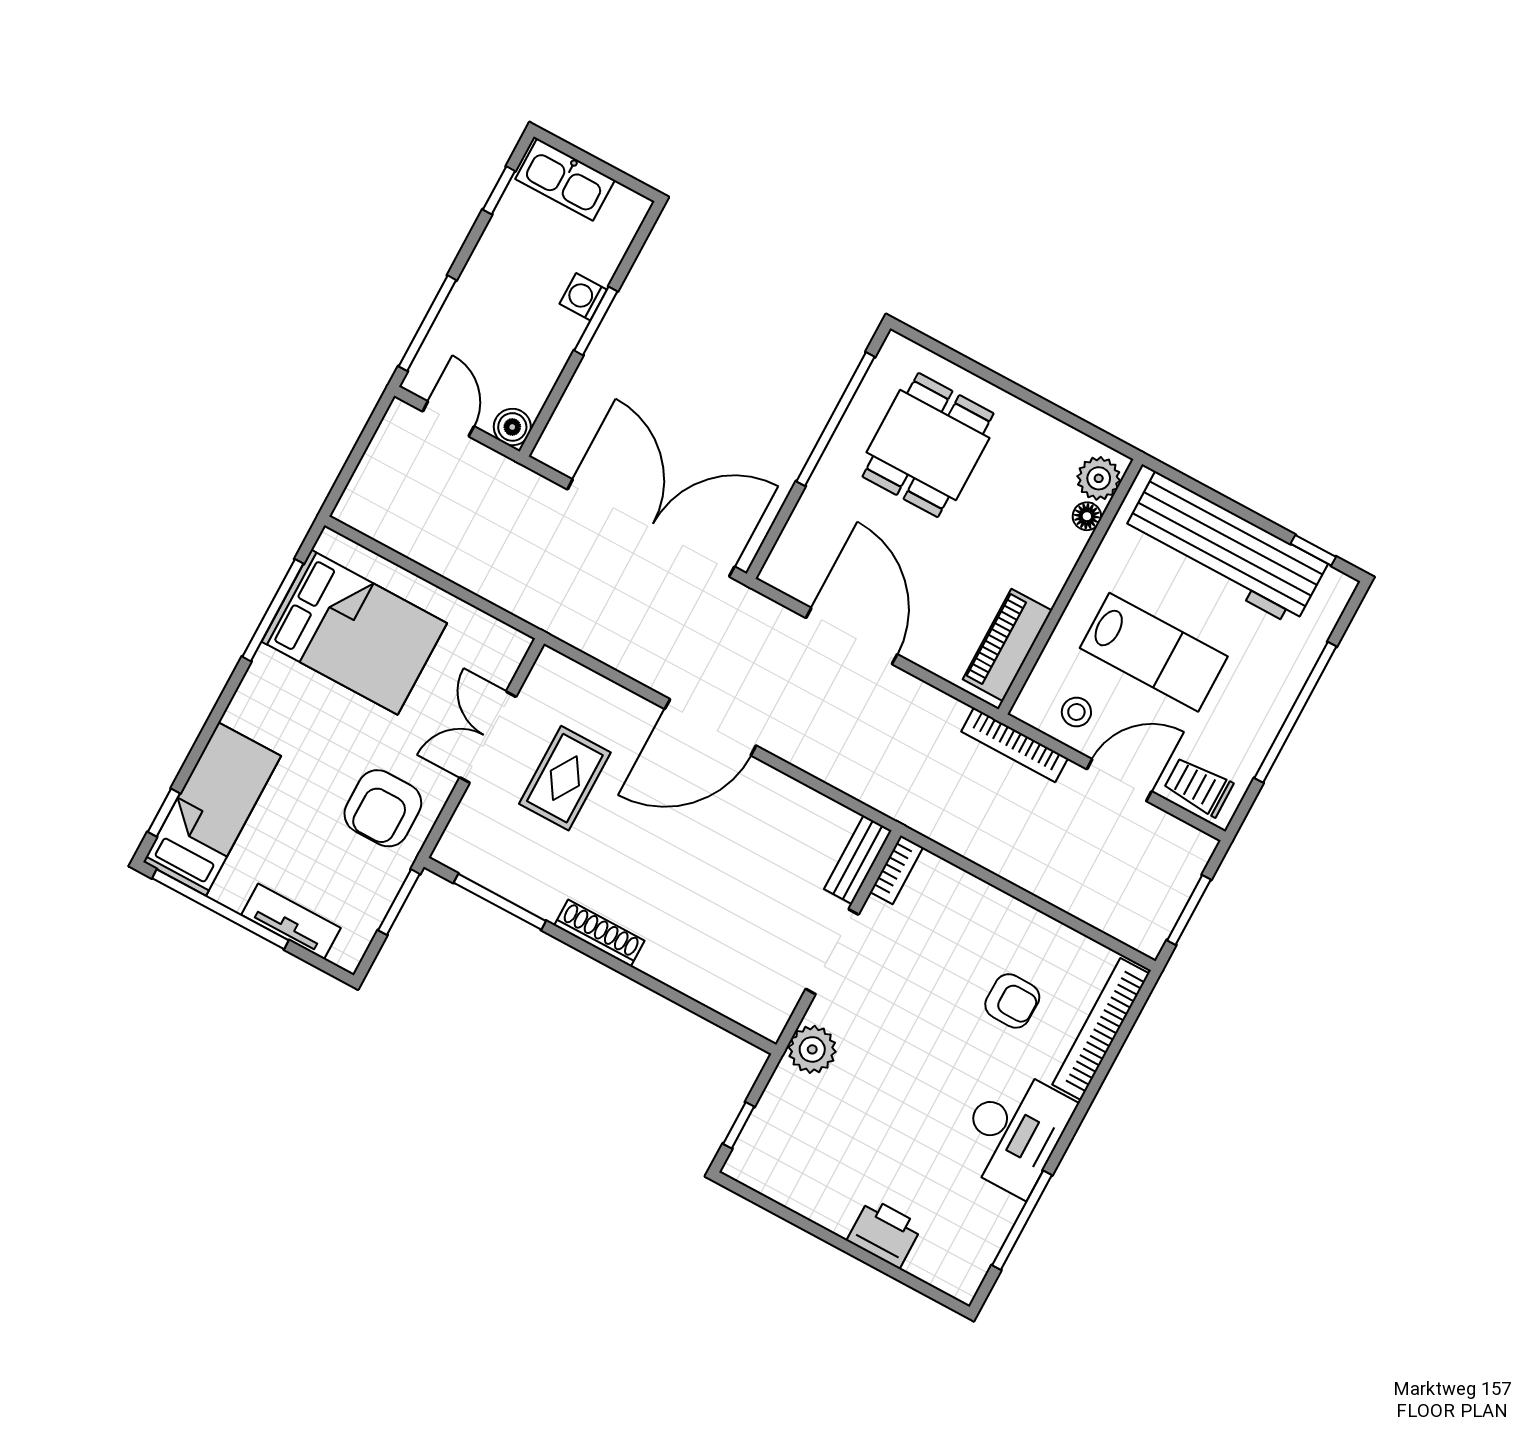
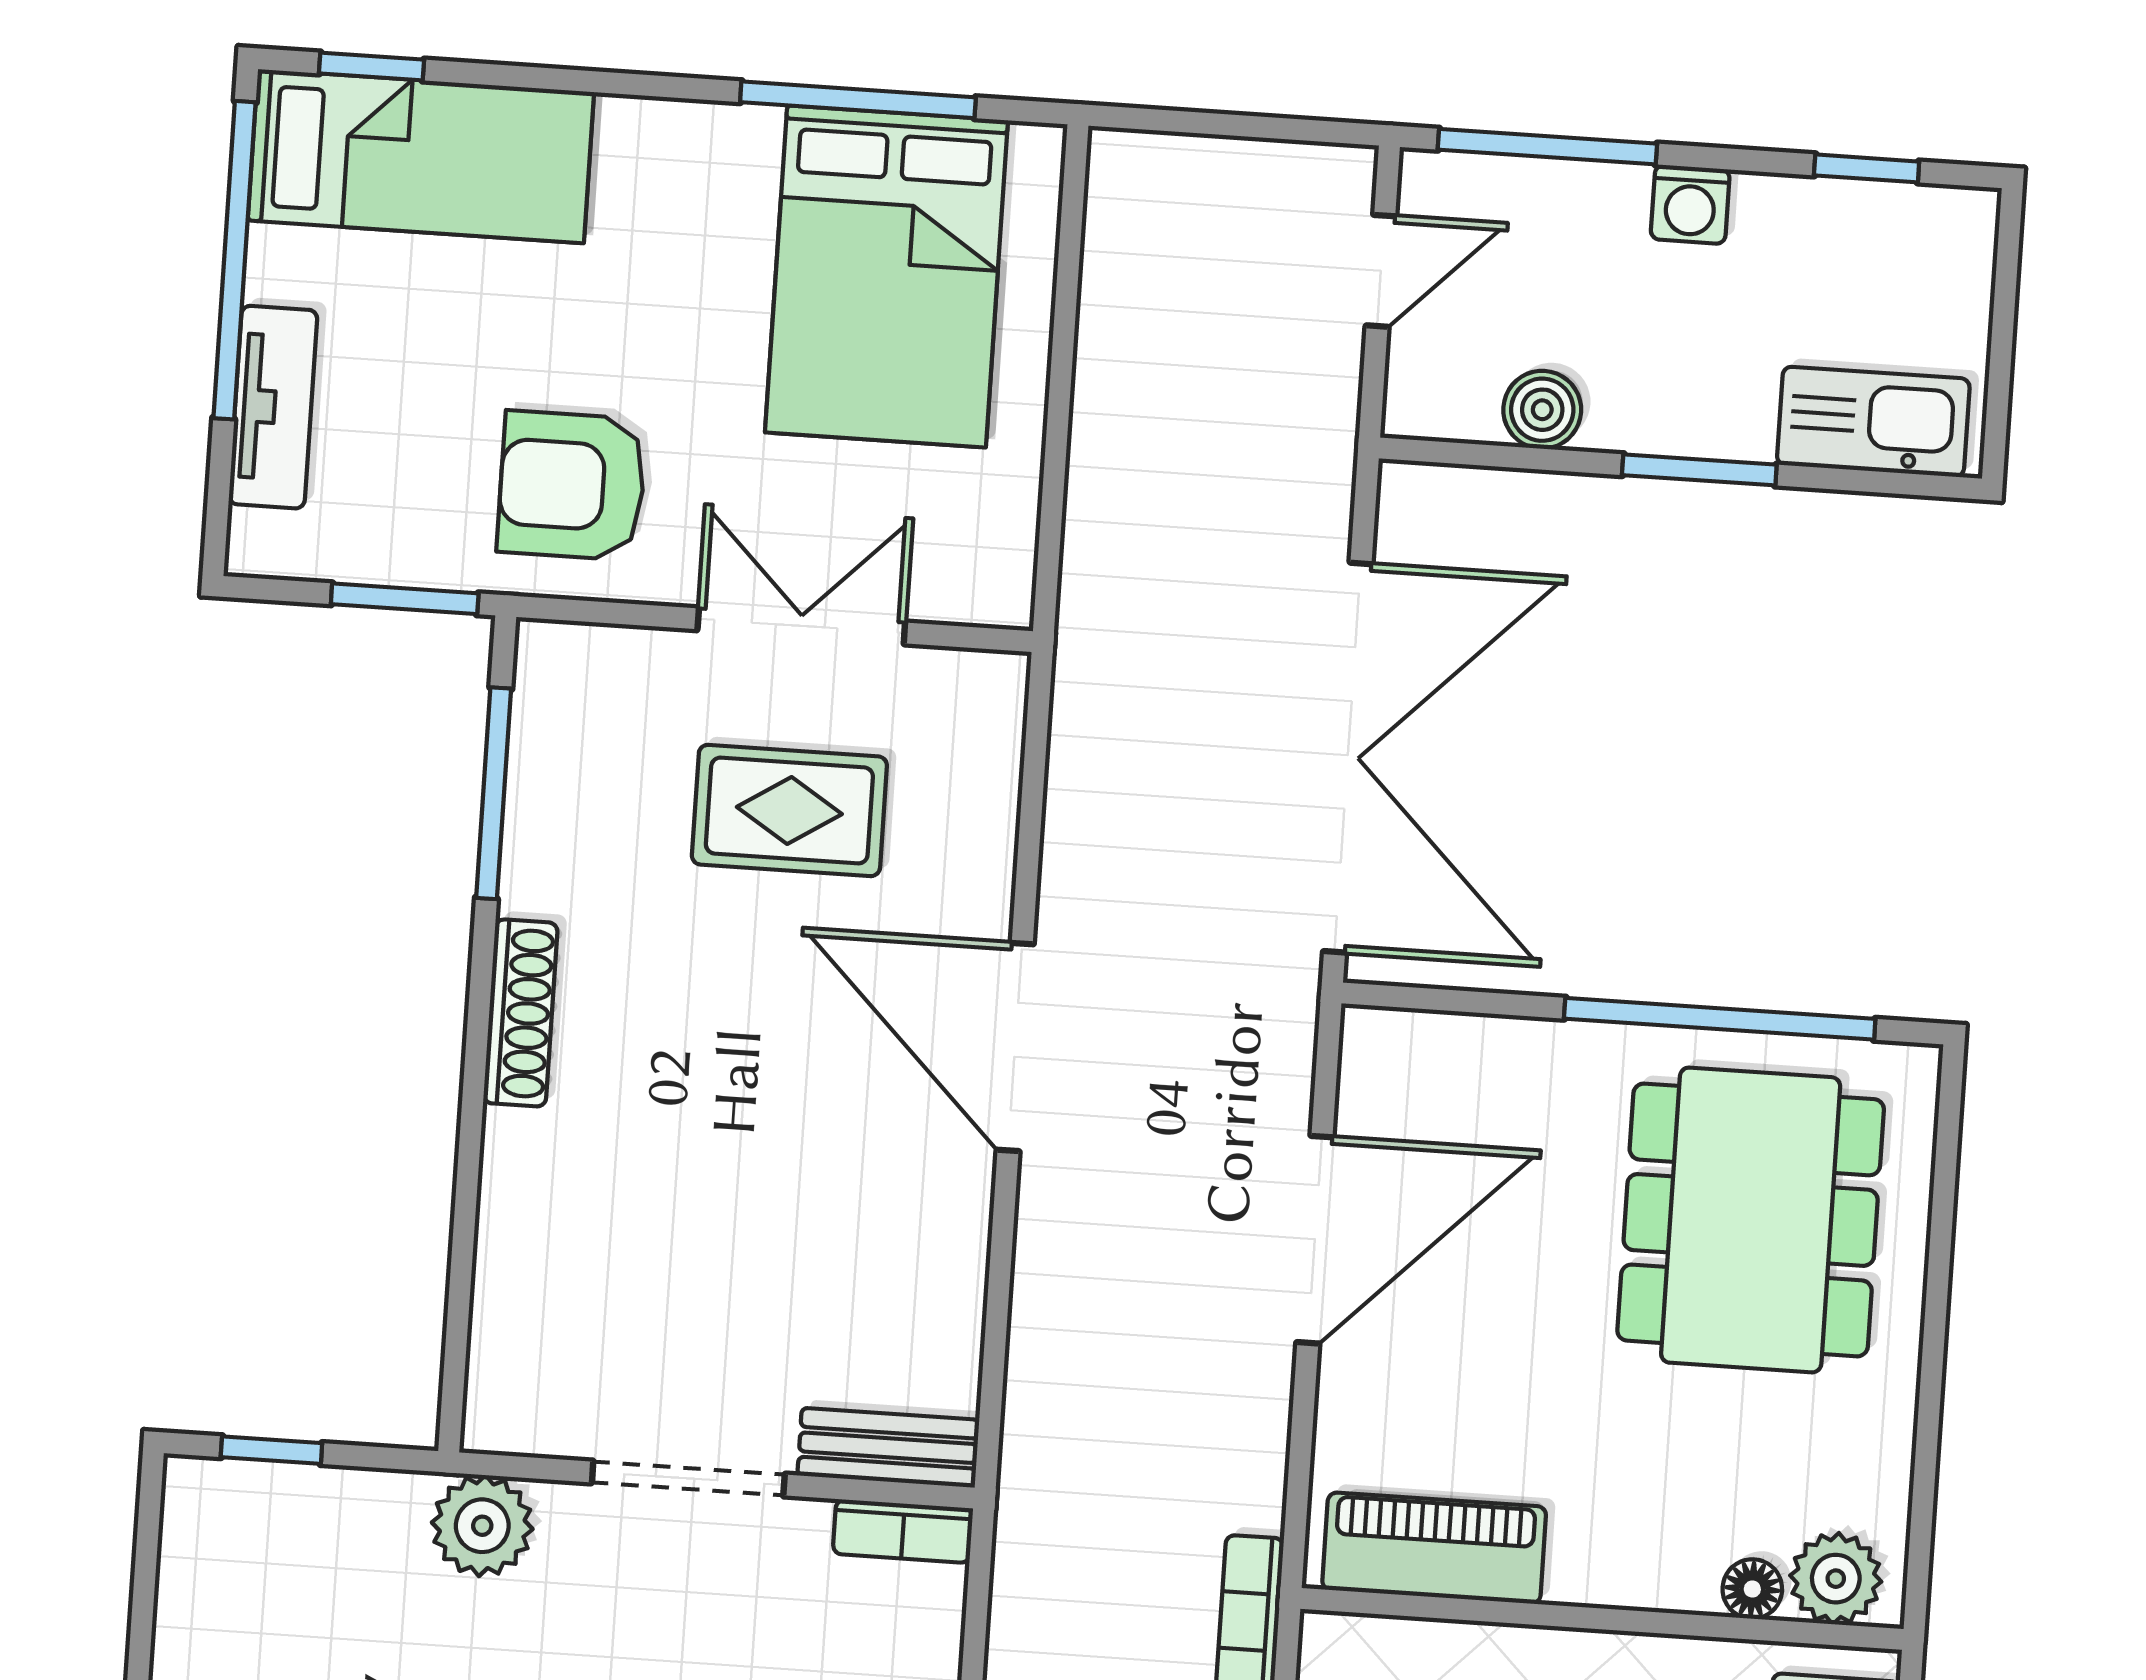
kitchen sink: (565, 179) -> (1873, 422), moved, turned 90
washing machine: (583, 297) -> (1690, 204), moved, turned 180
boiler: (512, 427) -> (1542, 410), moved
dining table: (928, 445) -> (1751, 1220), width x1.37

